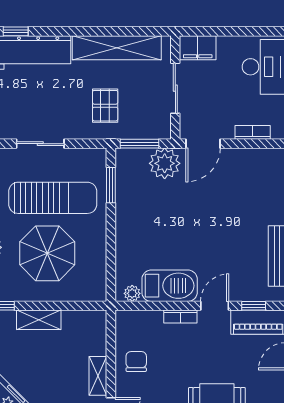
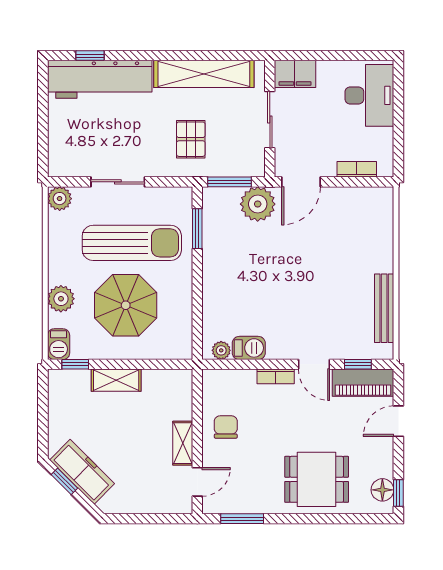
barbecue: (170, 286) -> (249, 348), width x0.53, depth x0.65
door: (215, 306) -> (314, 364), swing flipped

